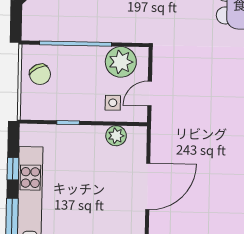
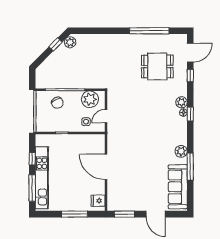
chair: (40, 74) -> (57, 103), moved
plant: (116, 136) -> (88, 140), removed
door: (148, 186) -> (106, 167), swing flipped

